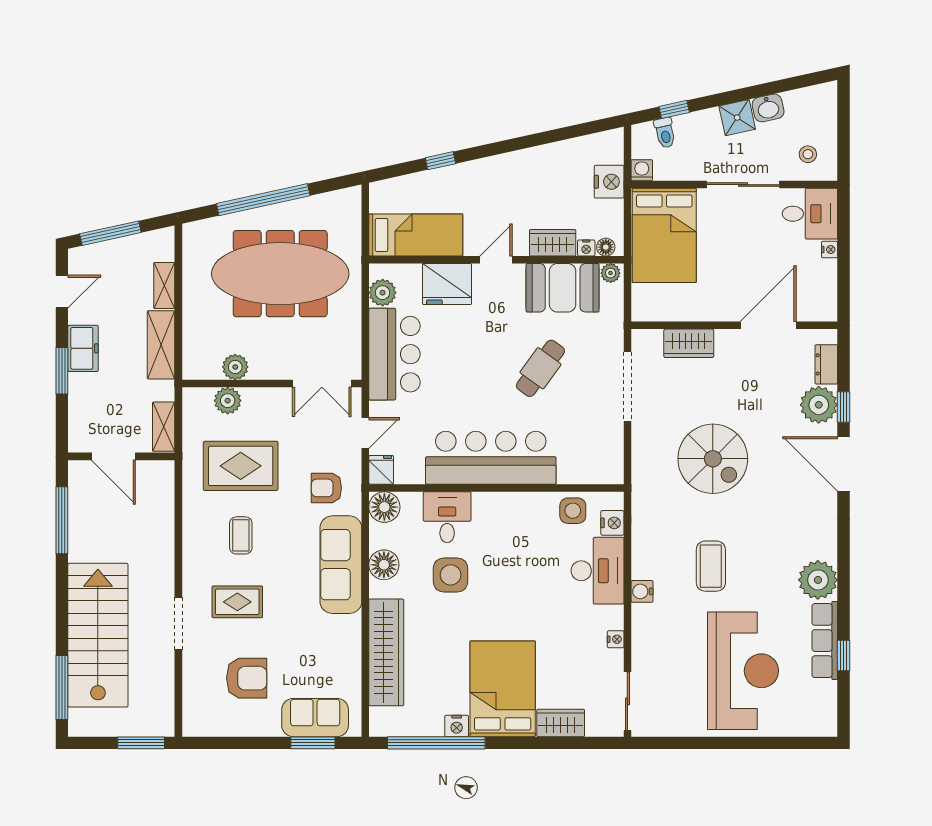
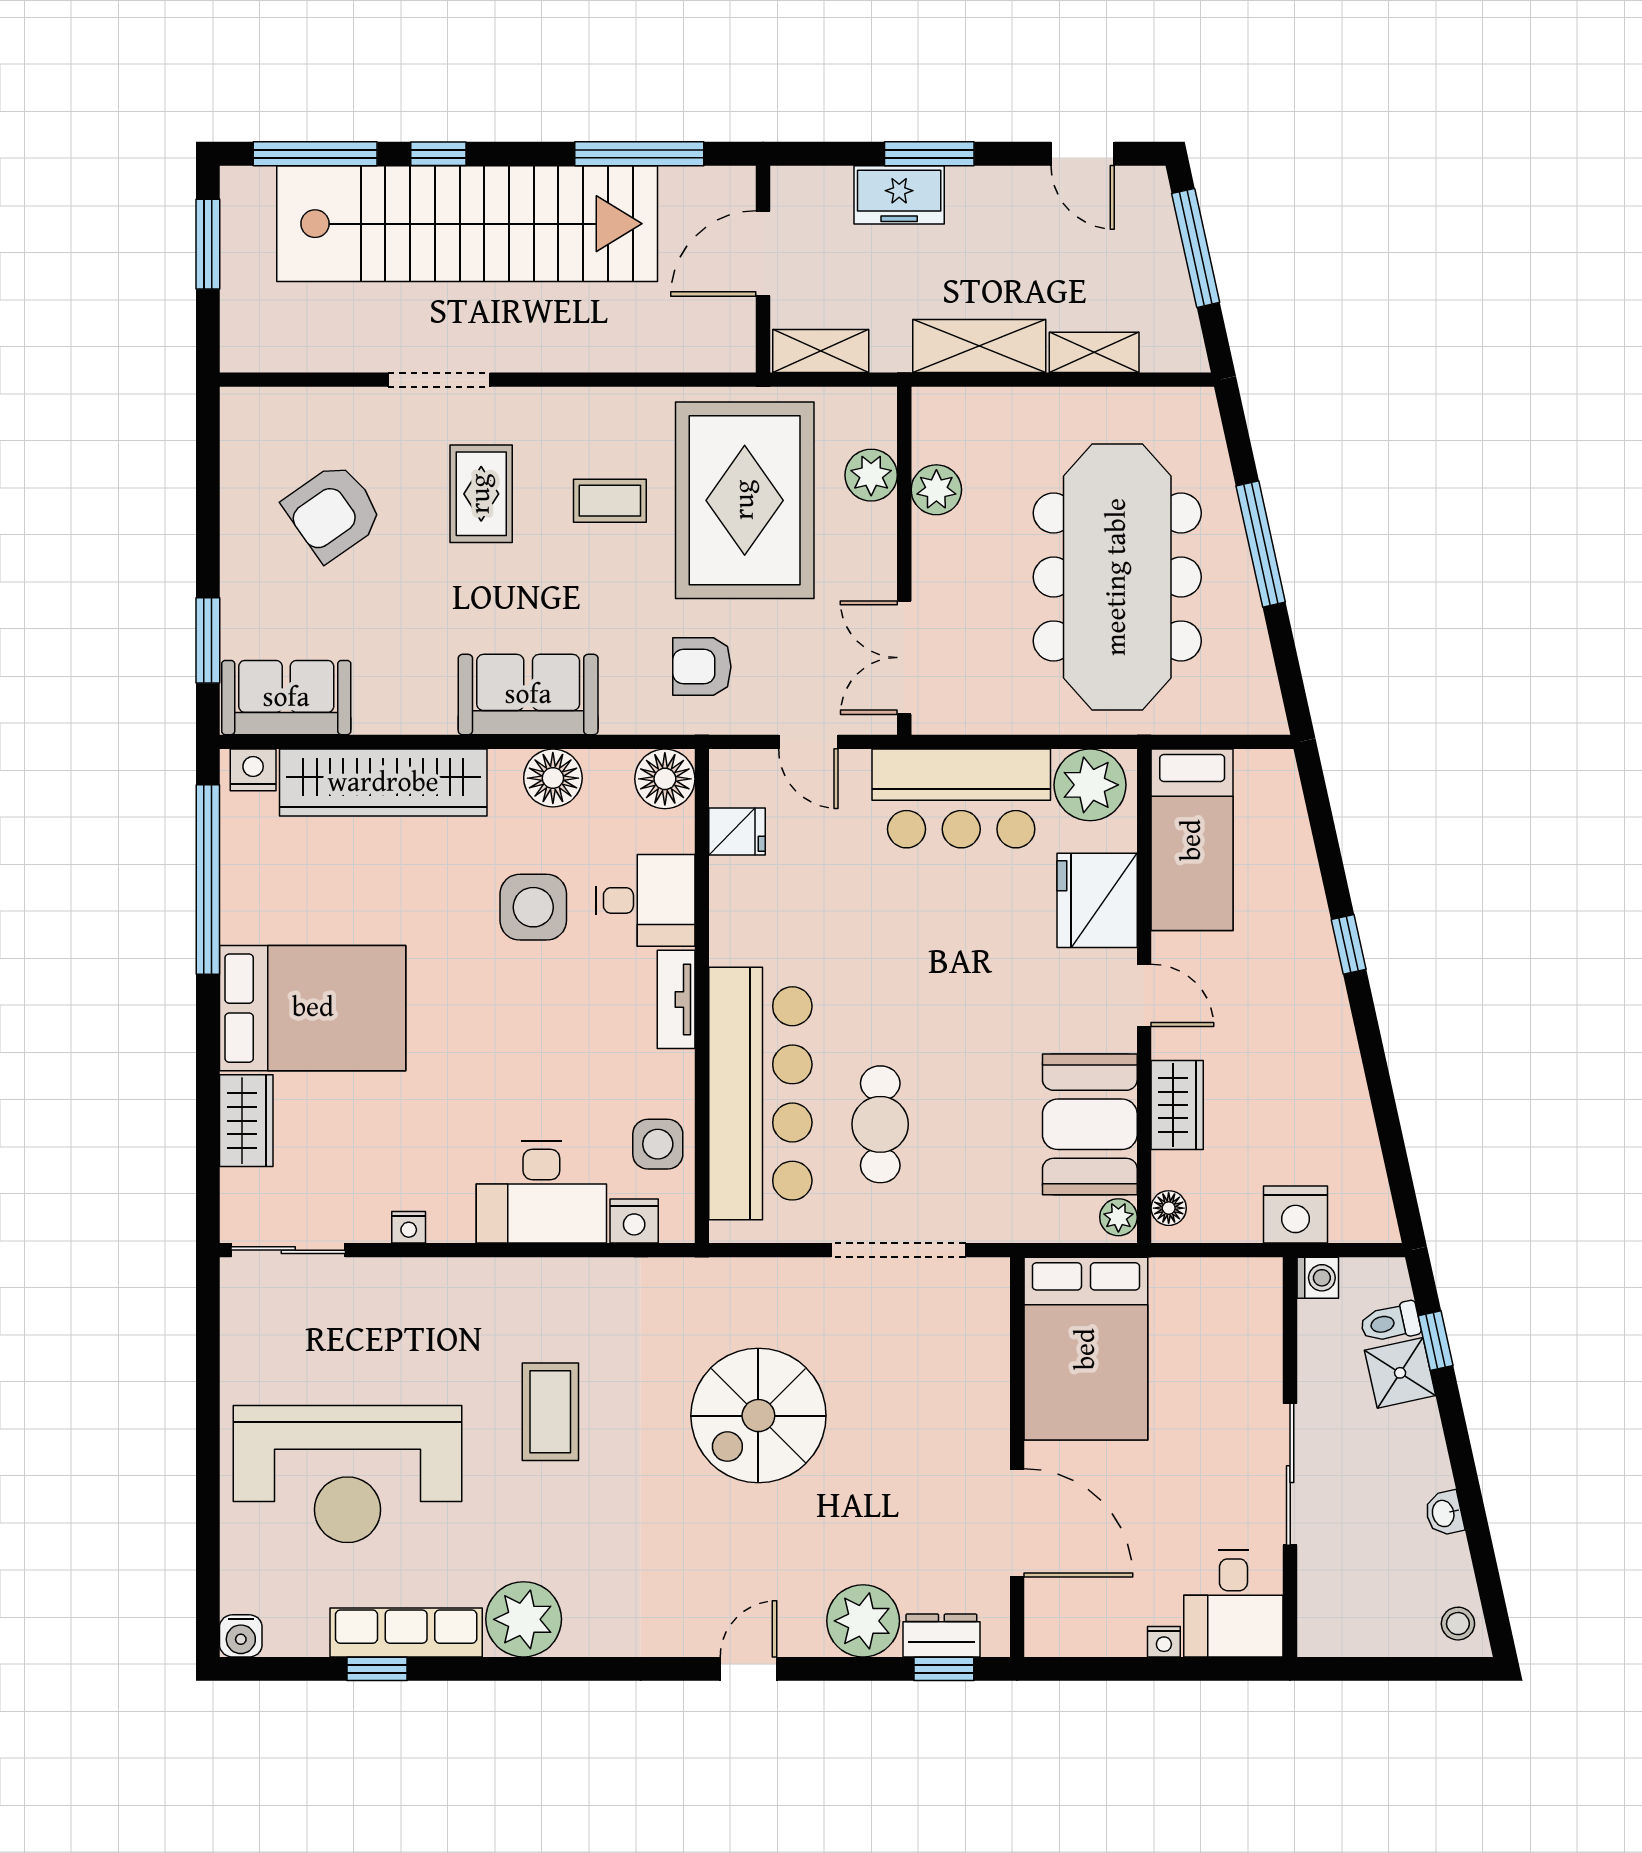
washbasin: (768, 108) -> (1444, 1513), width x0.72, depth x0.69
shower: (737, 118) -> (1400, 1373), moved
stool: (808, 154) -> (1458, 1624), moved
window: (440, 161) -> (1349, 944), moved
window: (263, 200) -> (1261, 544), width x0.68
bed: (664, 235) -> (1086, 1349), moved, turned -90
nightstand: (586, 248) -> (1167, 1170), removed
plant: (383, 293) -> (1090, 785), width x1.36, depth x1.36
wardrobe: (689, 343) -> (982, 1369), removed
freezer: (83, 348) -> (899, 195), moved
cafe table: (540, 368) -> (880, 1124), moved, turned 54
window: (844, 407) -> (944, 1669), moved
bar counter: (491, 458) -> (760, 1093), moved
door: (844, 464) -> (748, 1669), width x0.53
rug: (241, 466) -> (745, 500), width x1.37, depth x1.44
fridge: (381, 470) -> (737, 831), moved
armchair: (326, 488) -> (702, 667), turned -90
tv unit: (498, 501) -> (676, 999), added
sofa: (341, 565) -> (528, 695), width x0.73
coffee table: (711, 566) -> (550, 1412), turned 90
water cooler: (642, 591) -> (241, 1636), moved, turned 180
window: (62, 624) -> (438, 154), added
stairs: (98, 635) -> (467, 224), width x1.36
armchair: (247, 678) -> (333, 512), turned 55
sofa: (315, 718) -> (286, 698), moved, turned -90
nightstand: (457, 726) -> (253, 770), moved, turned 90
window: (141, 743) -> (208, 244), moved

